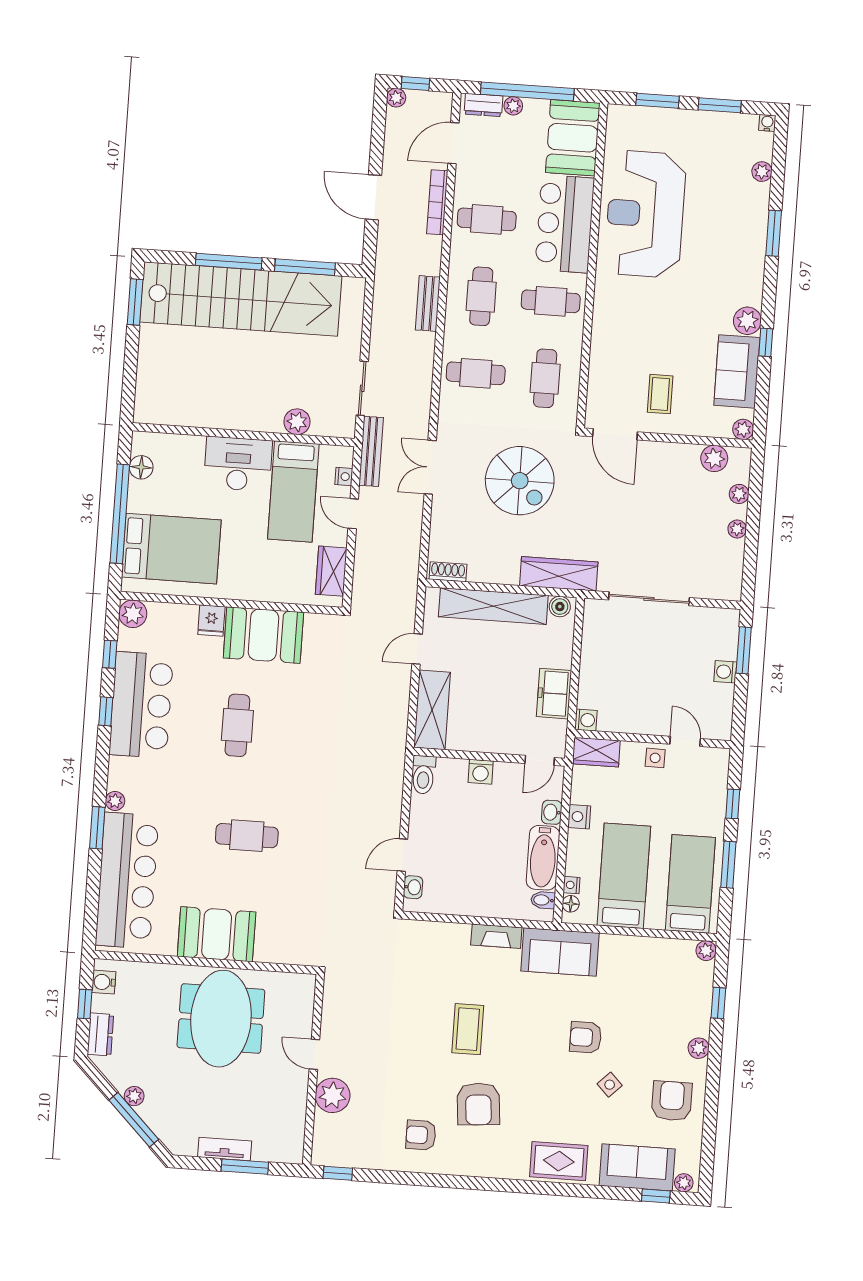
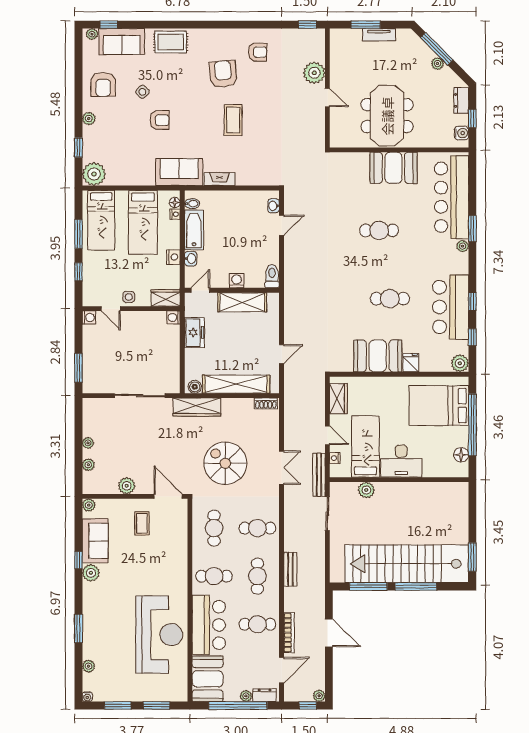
plant: (714, 458) -> (127, 486), moved
washing machine: (725, 672) -> (89, 318), moved
shelving: (432, 710) -> (242, 302), moved, turned 90
cafe table: (237, 725) -> (390, 299), turned 90
plant: (706, 951) -> (94, 174), width x1.87, depth x1.87

